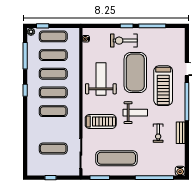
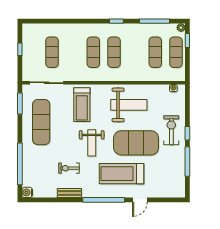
exercise mat: (53, 74) -> (135, 52), removed

